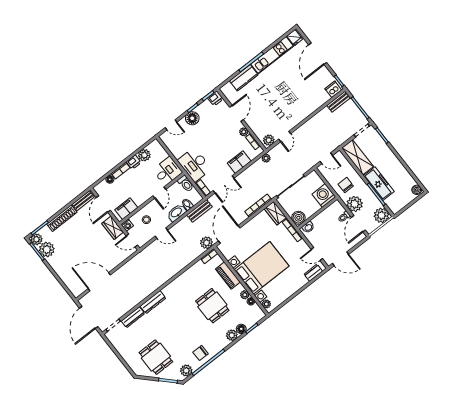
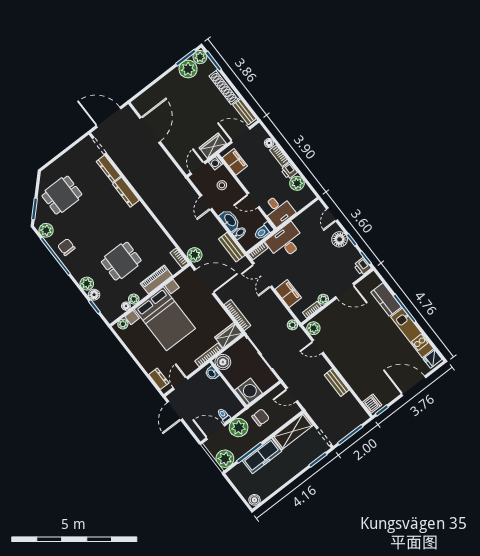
bench: (339, 102) -> (337, 382), moved
door: (326, 158) -> (292, 395), hinge flipped

